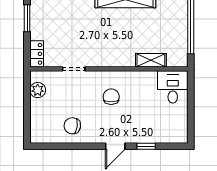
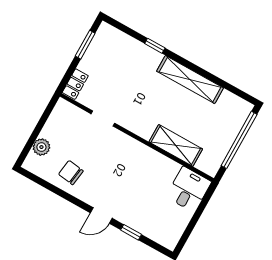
shelving: (151, 60) -> (176, 145), width x1.50, depth x1.33
plant: (38, 90) -> (41, 147), moved
chair: (111, 97) -> (124, 166), removed

